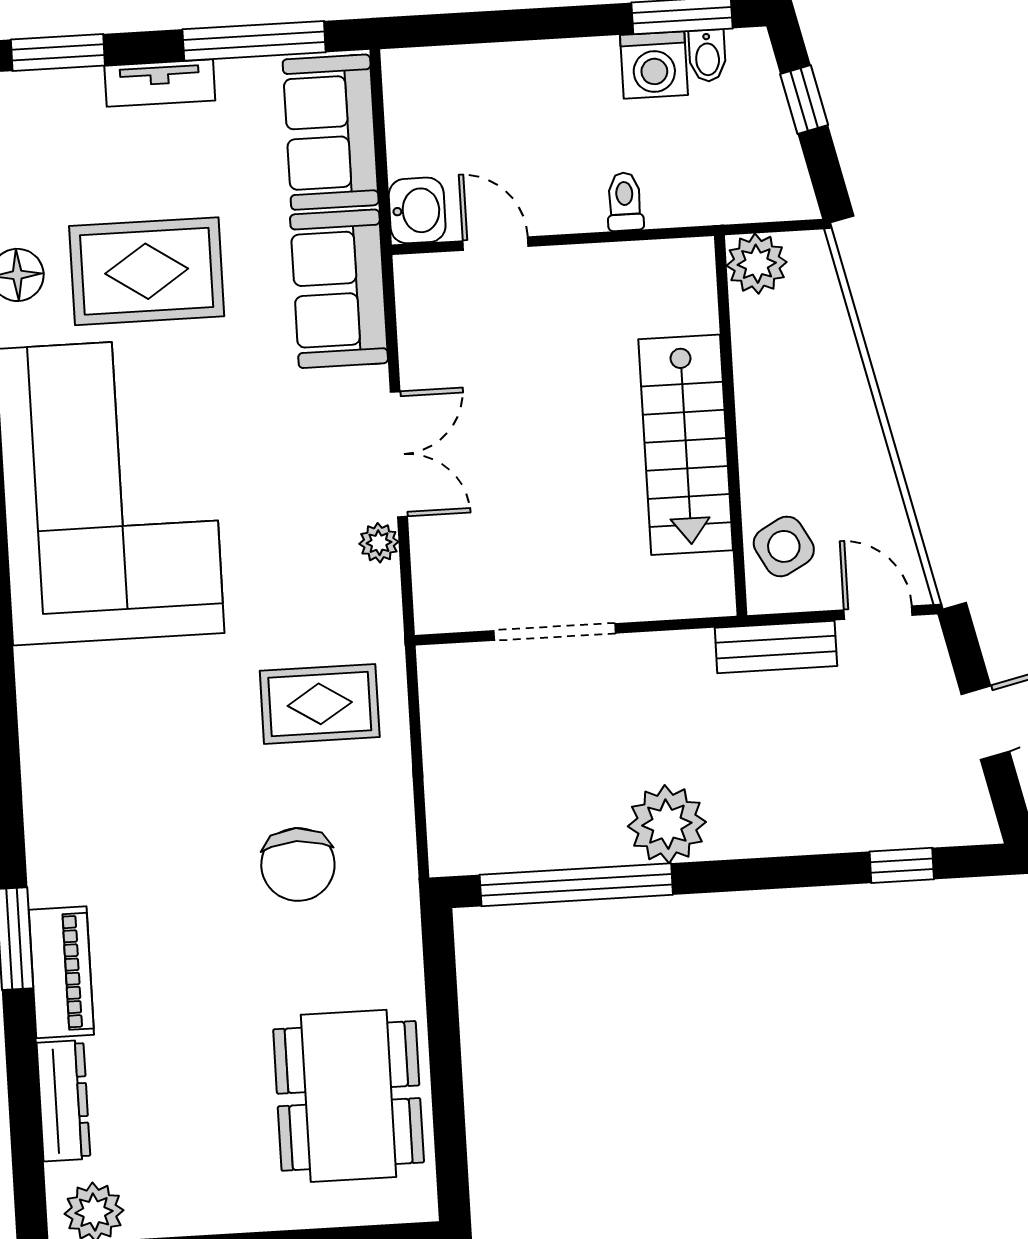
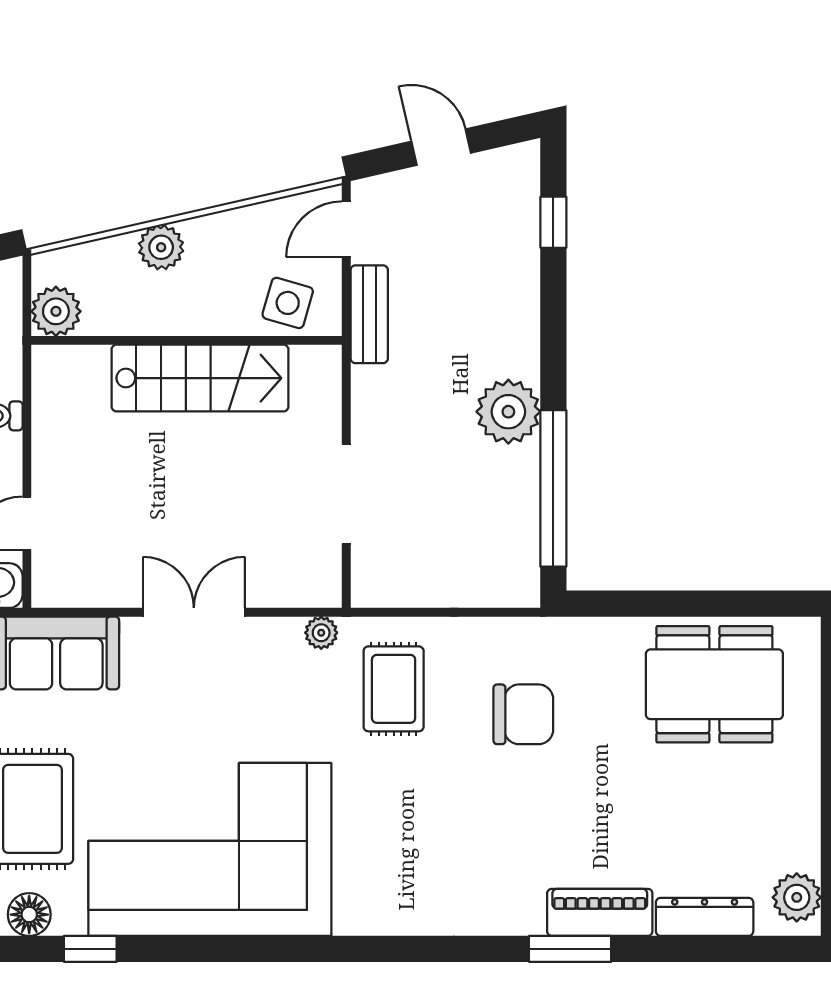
plant: (843, 388) -> (161, 247), added
plant: (379, 543) -> (321, 633), moved
side table: (784, 546) -> (288, 303), turned 45

